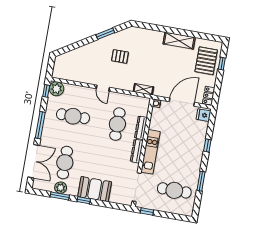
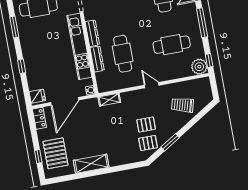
pallet: (124, 40) -> (148, 143), added
trolley: (83, 61) -> (182, 105), added
kitchen unit: (150, 152) -> (79, 46), width x1.36

